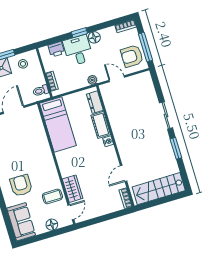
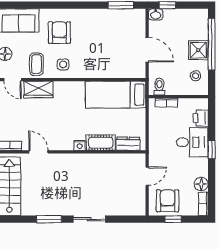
floor lamp: (94, 37) -> (201, 184), moved
window: (145, 47) -> (173, 219), width x0.46
plant: (92, 80) -> (154, 148), removed
side table: (46, 175) -> (63, 64), added
armchair: (21, 185) -> (59, 33), turned -90

